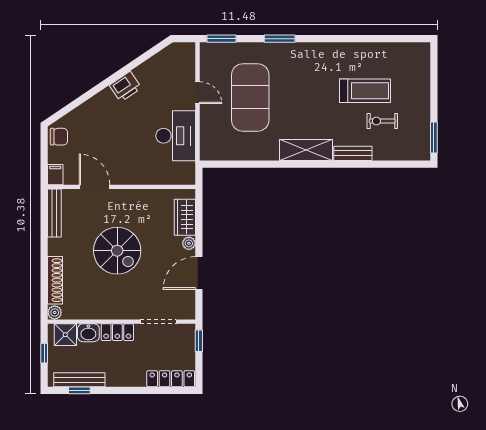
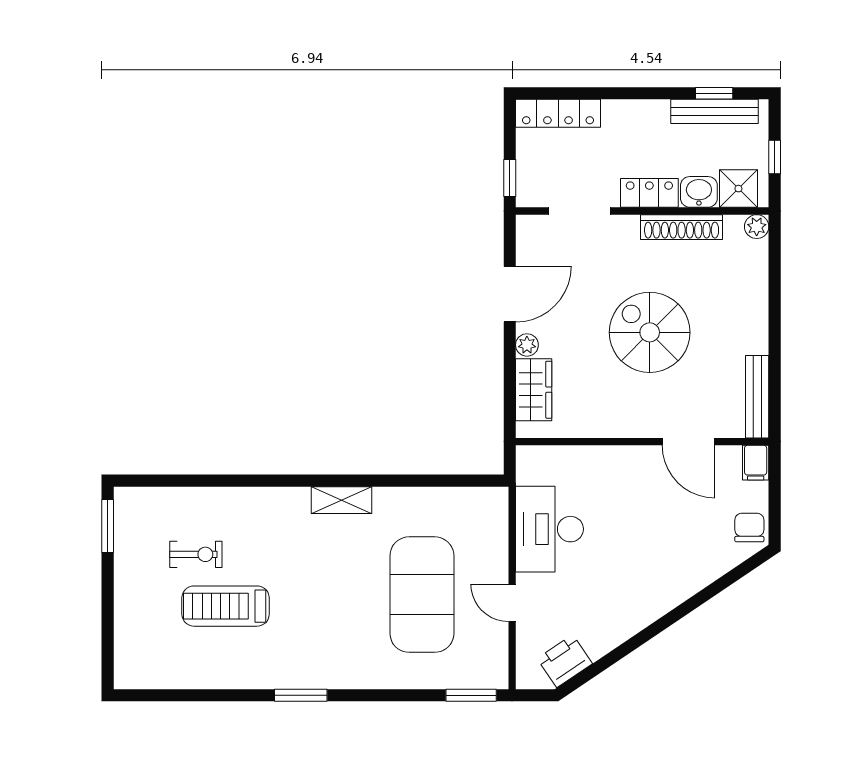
window: (280, 39) -> (301, 695), moved
printer: (125, 87) -> (565, 661), moved
chair: (59, 137) -> (749, 527), turned 90
shelving: (306, 150) -> (341, 500), width x0.67, depth x0.75
bench: (353, 153) -> (246, 499), removed
shoe rack: (55, 280) -> (682, 227), moved, turned -90

